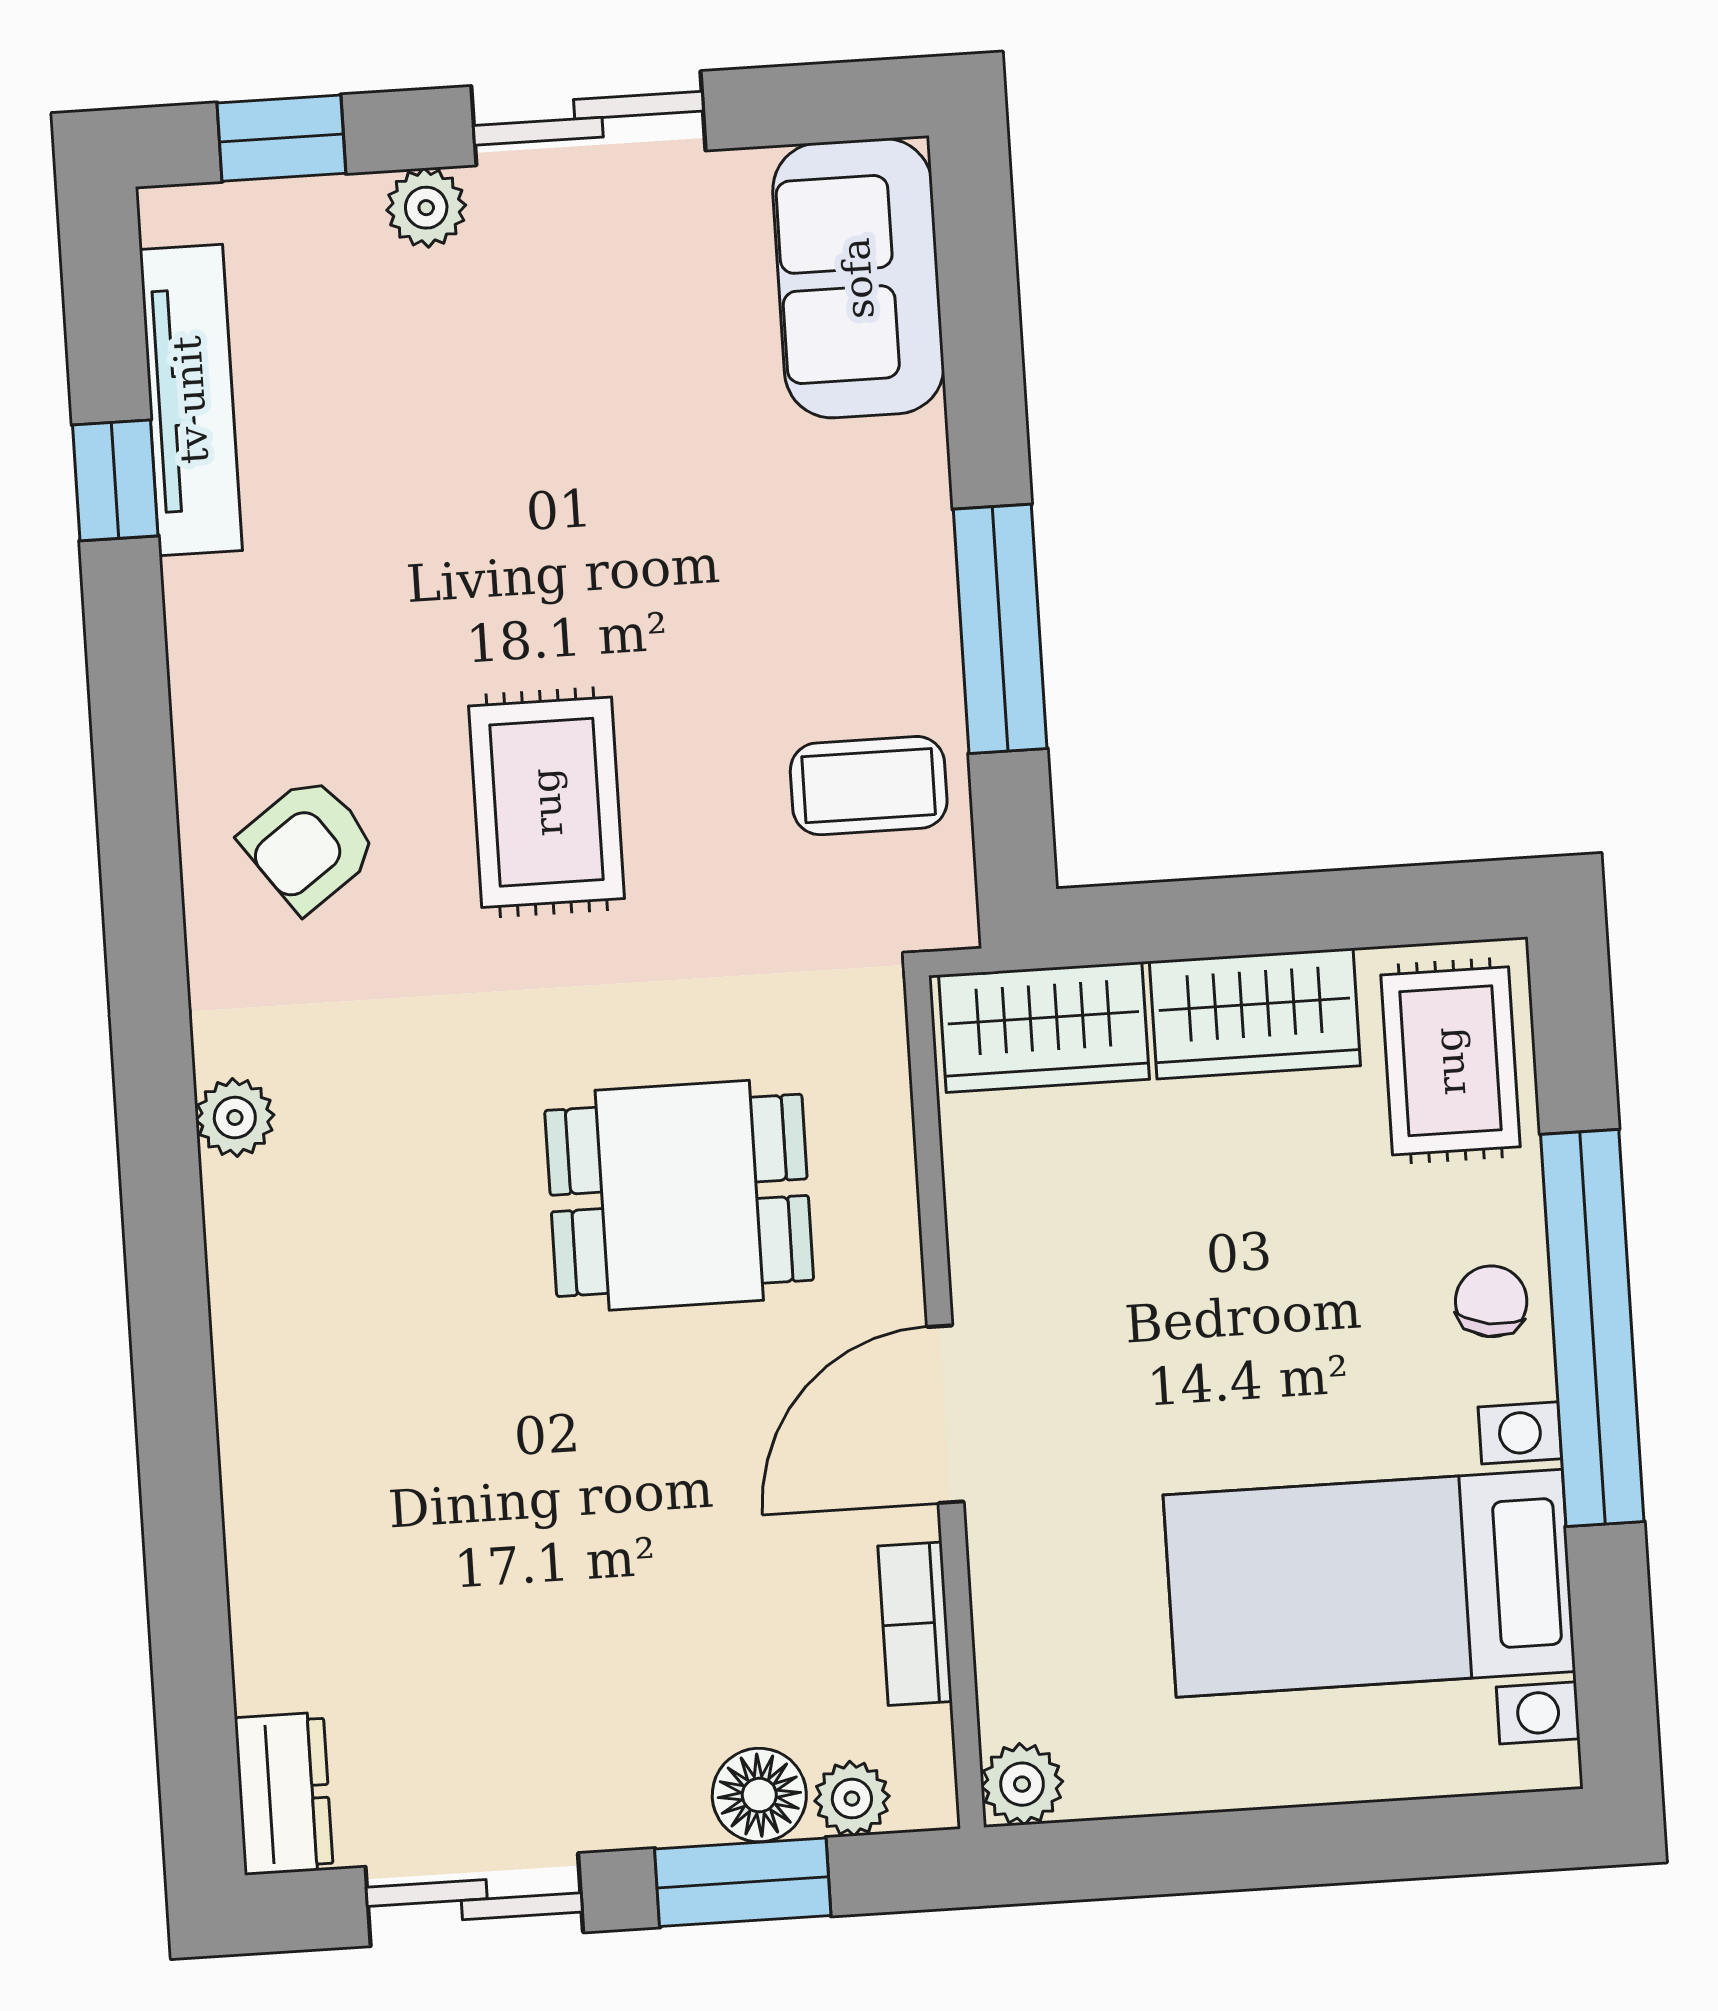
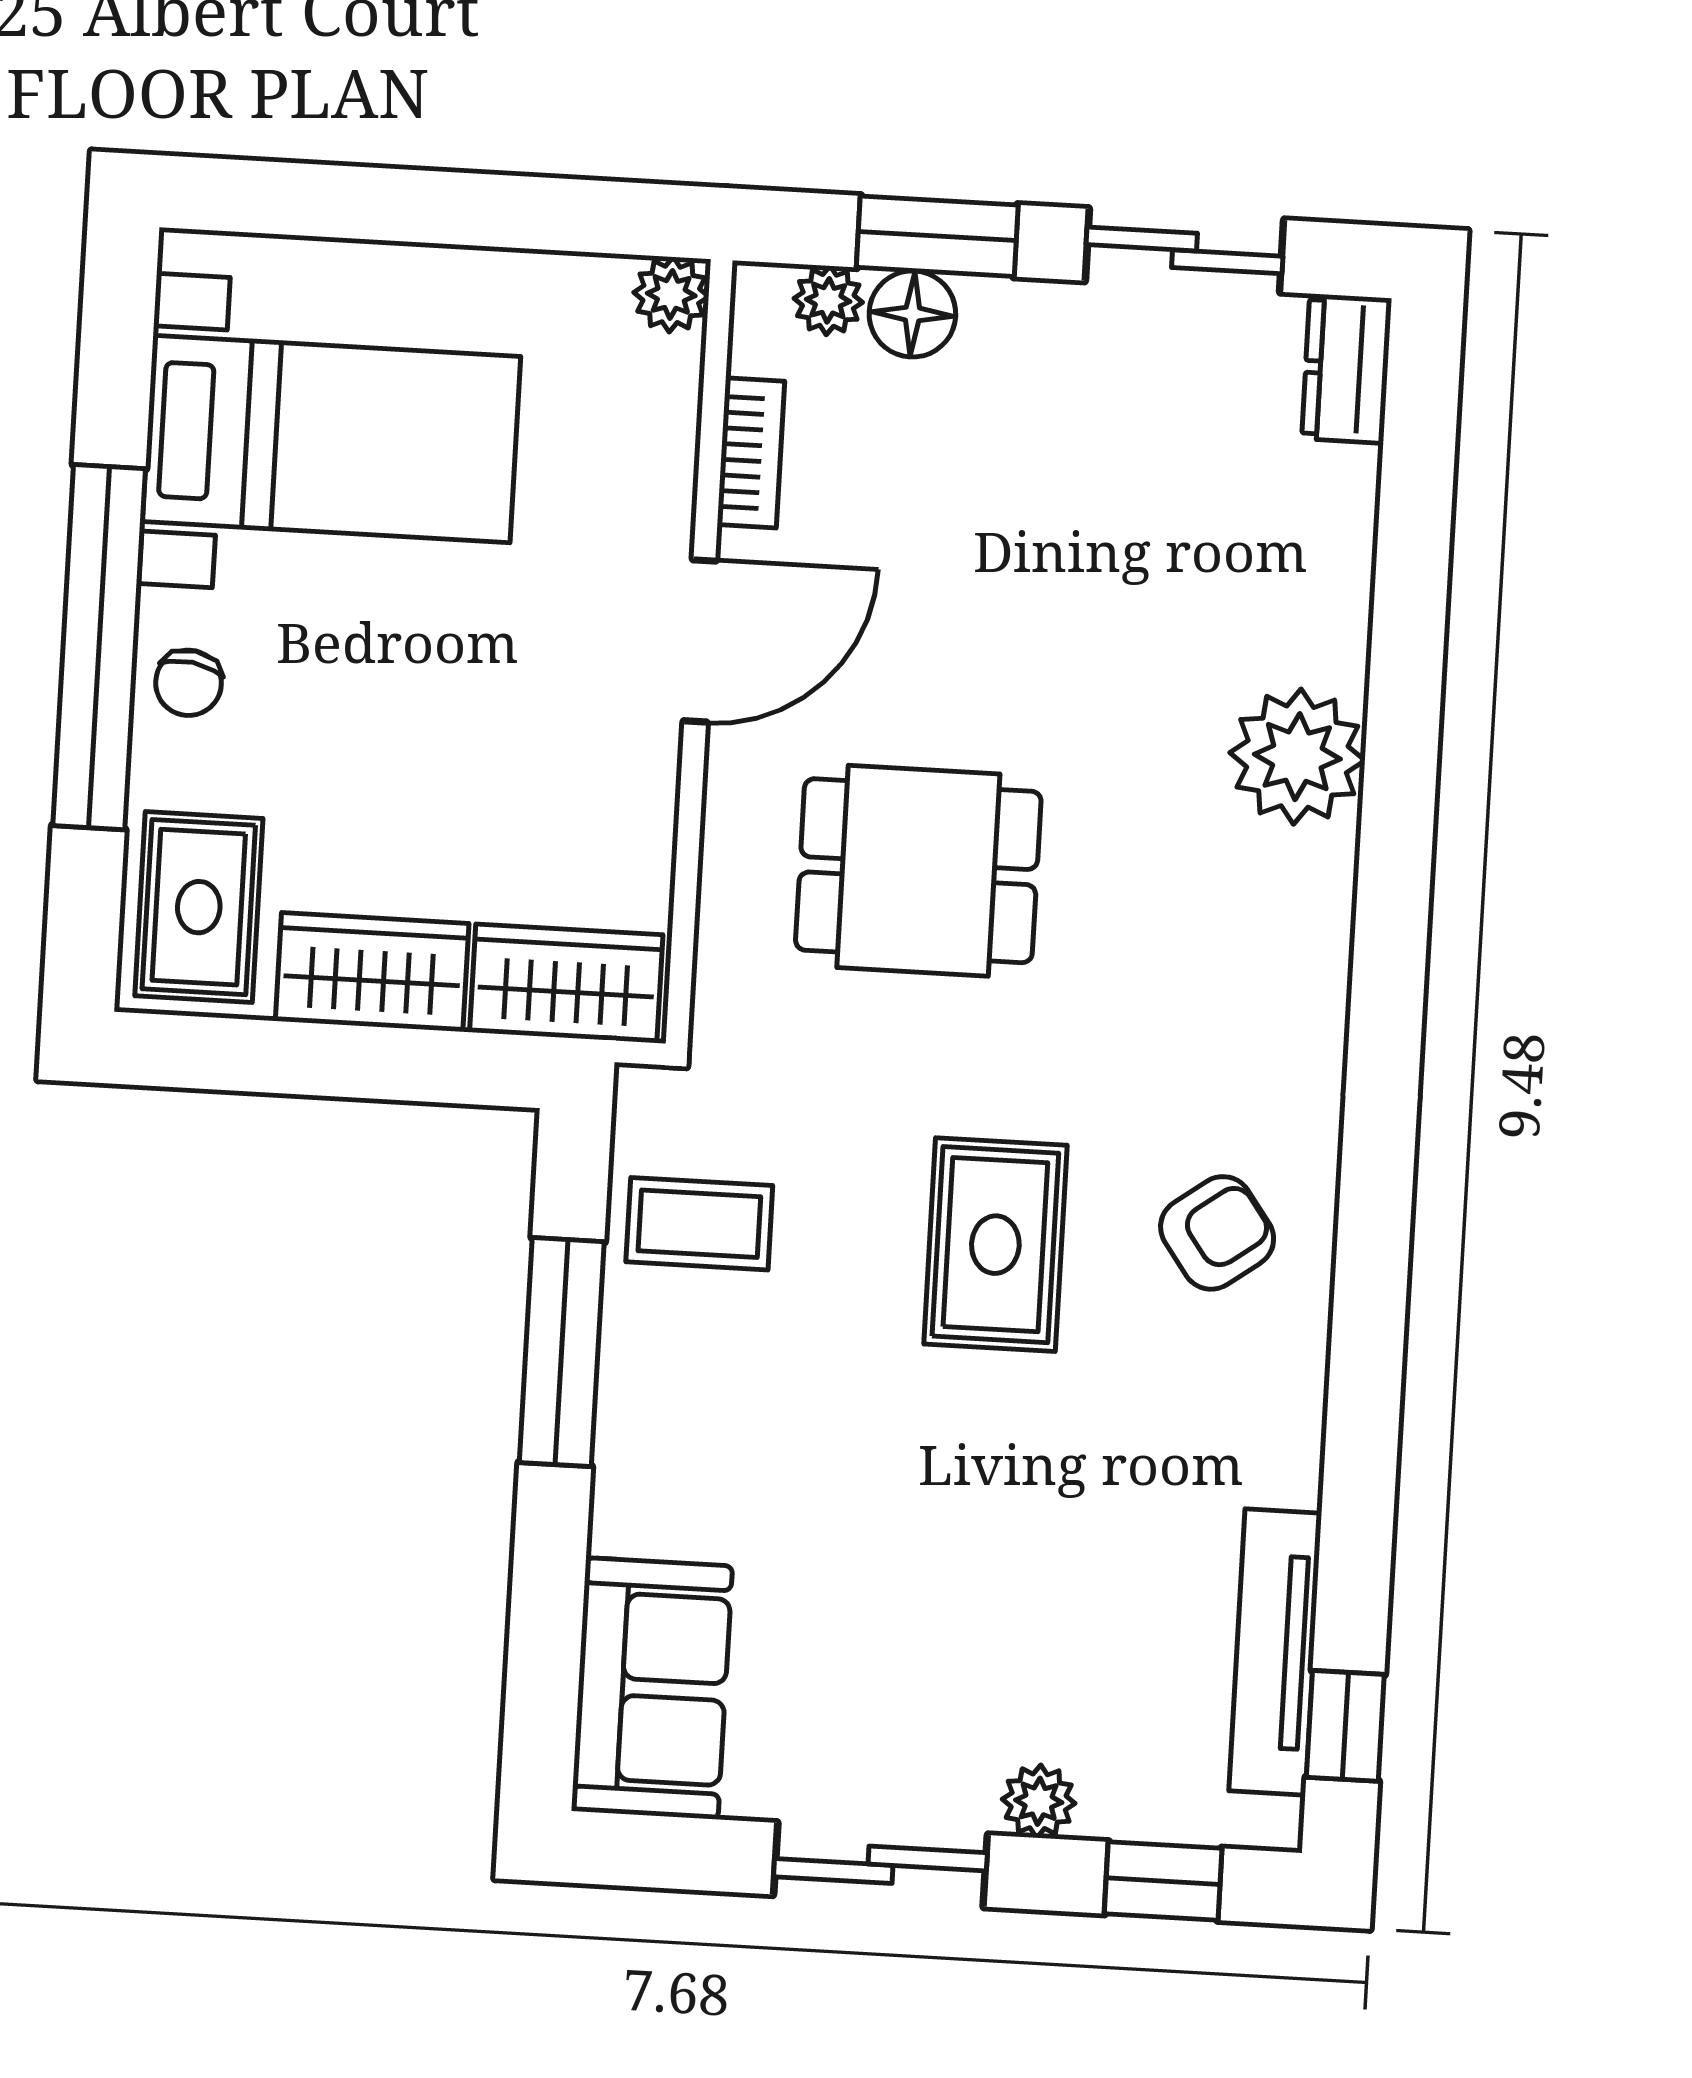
window: (115, 480) -> (1345, 1726), moved
plant: (235, 1118) -> (1297, 757), moved, width x1.88, depth x1.88

